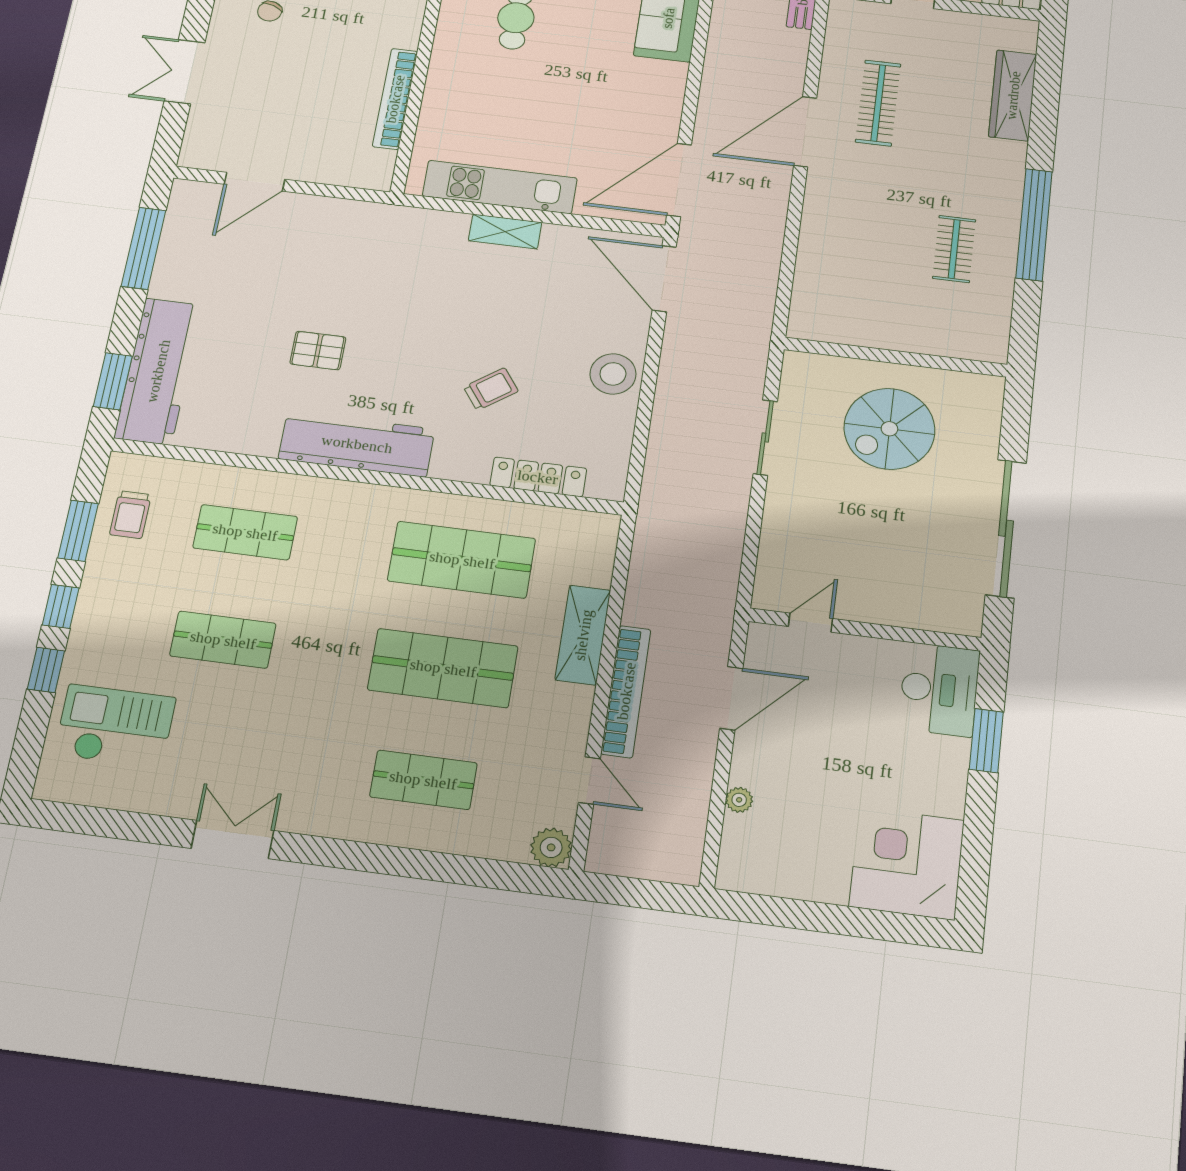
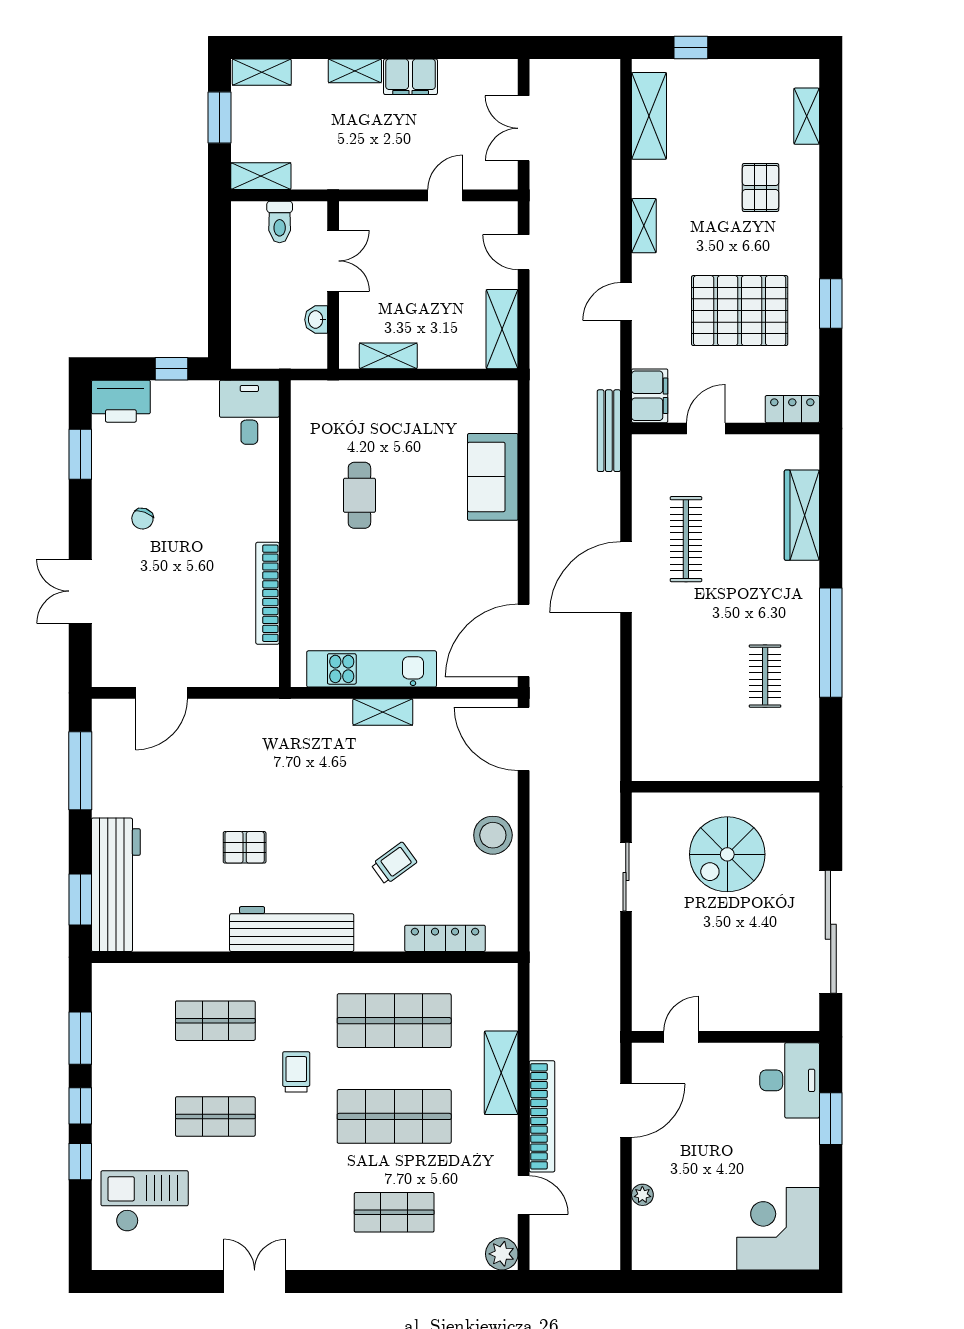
trolley: (130, 515) -> (296, 1072), moved, turned 180

